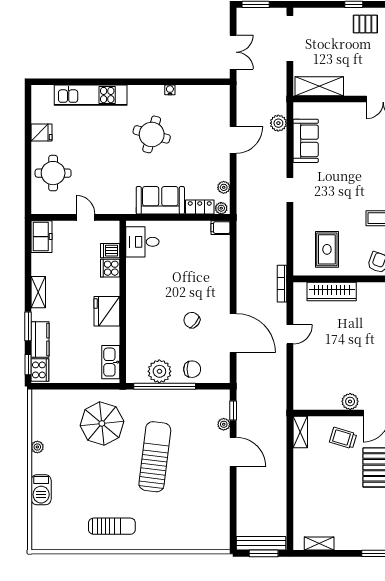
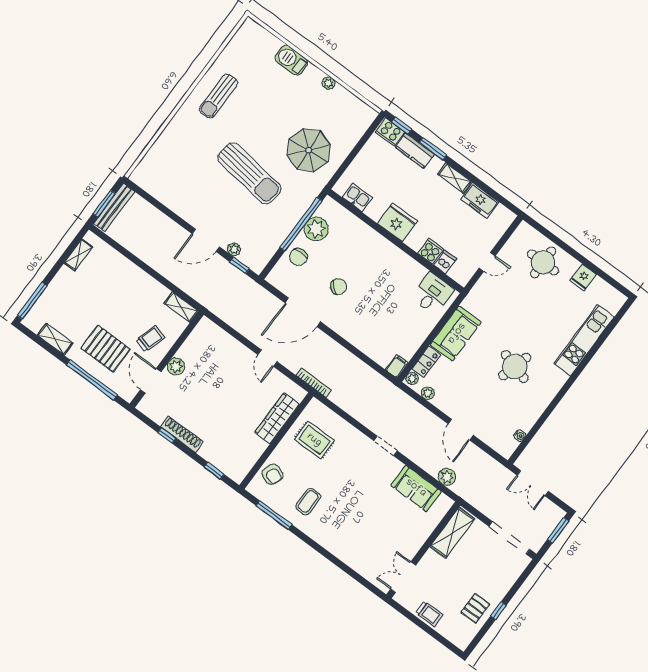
water cooler: (170, 90) -> (520, 436), moved
freezer: (42, 237) -> (480, 201), moved
kitchen sink: (111, 362) -> (357, 197), width x0.73

